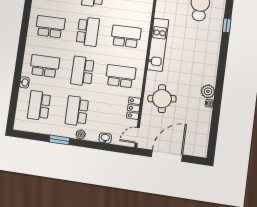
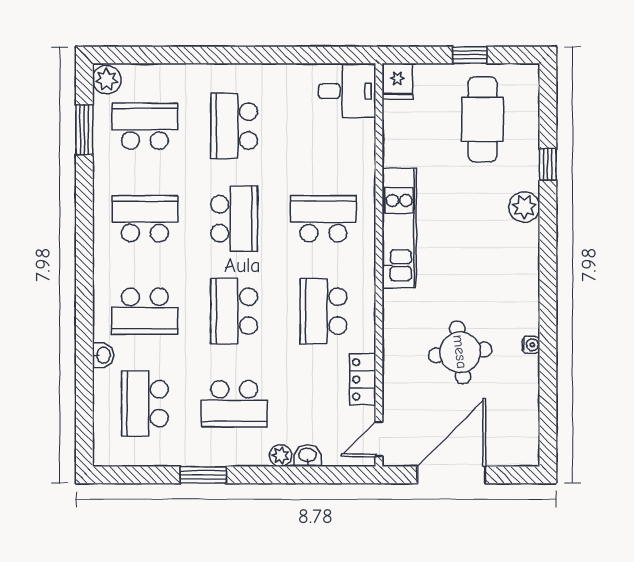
school desk: (45, 66) -> (145, 311), turned 180
school desk: (121, 76) -> (323, 311), turned -90
plant: (208, 91) -> (524, 207), moved
round table: (162, 99) -> (460, 352), moved
school desk: (77, 111) -> (234, 404), turned -90
plant: (81, 134) -> (281, 456), moved

